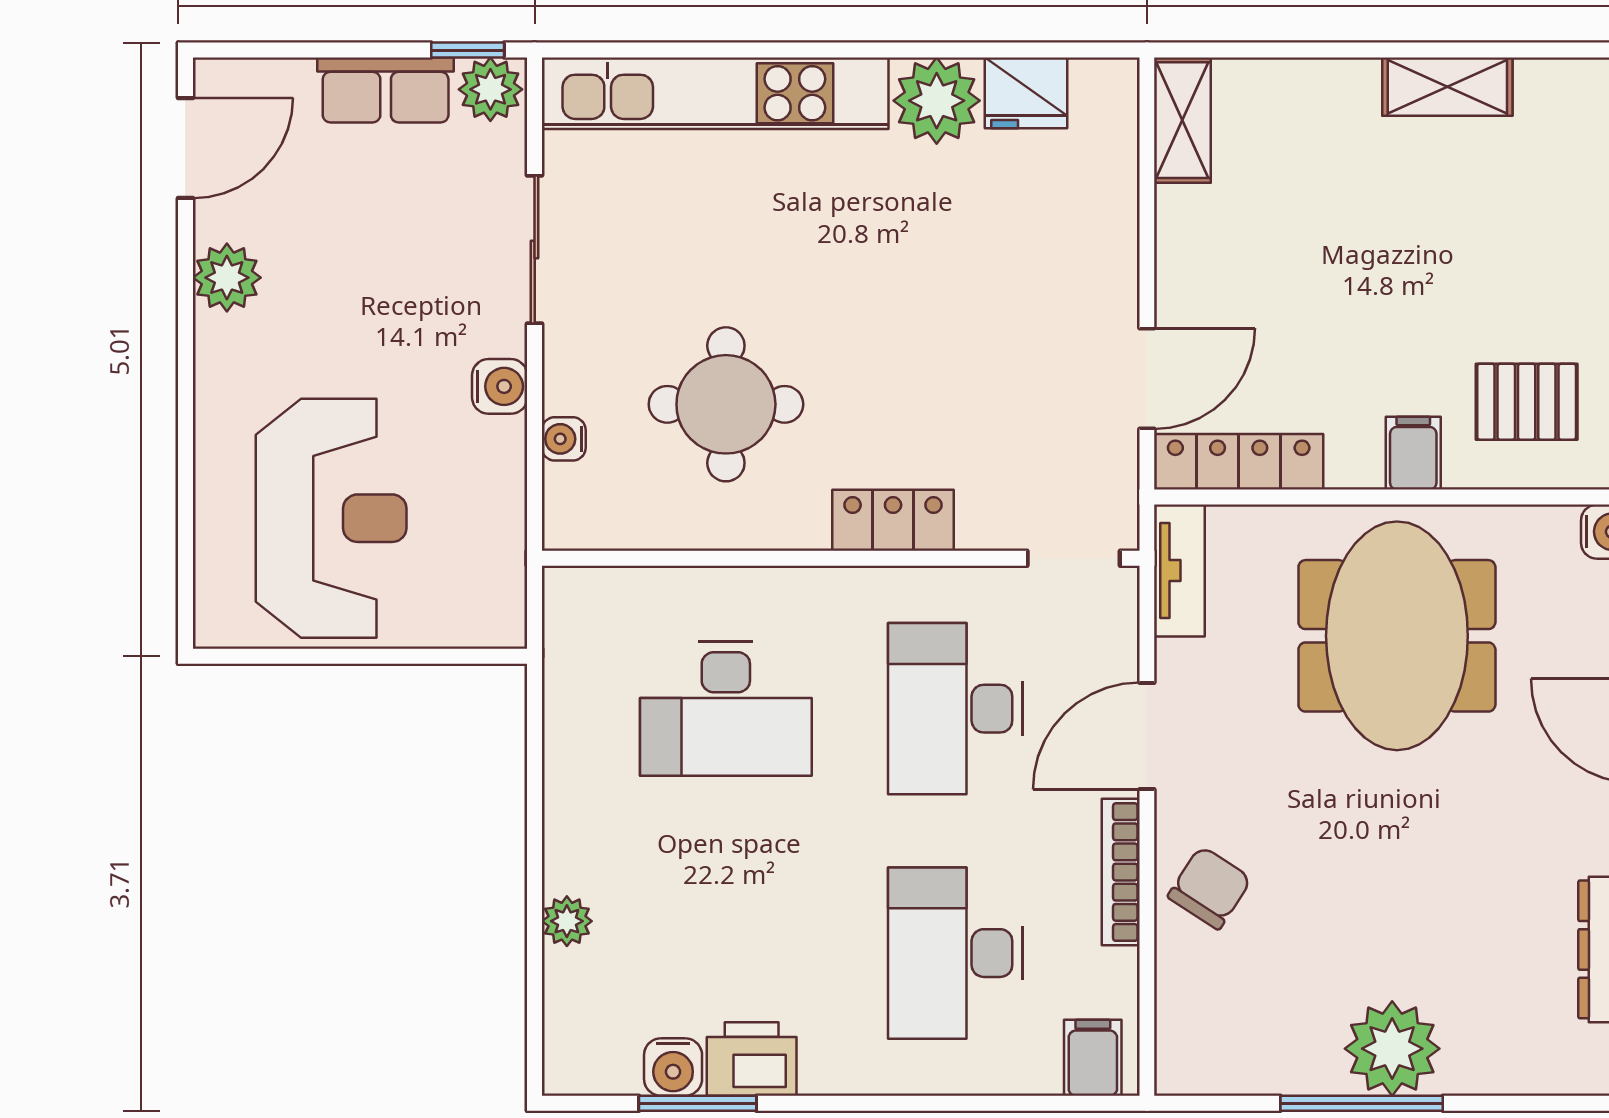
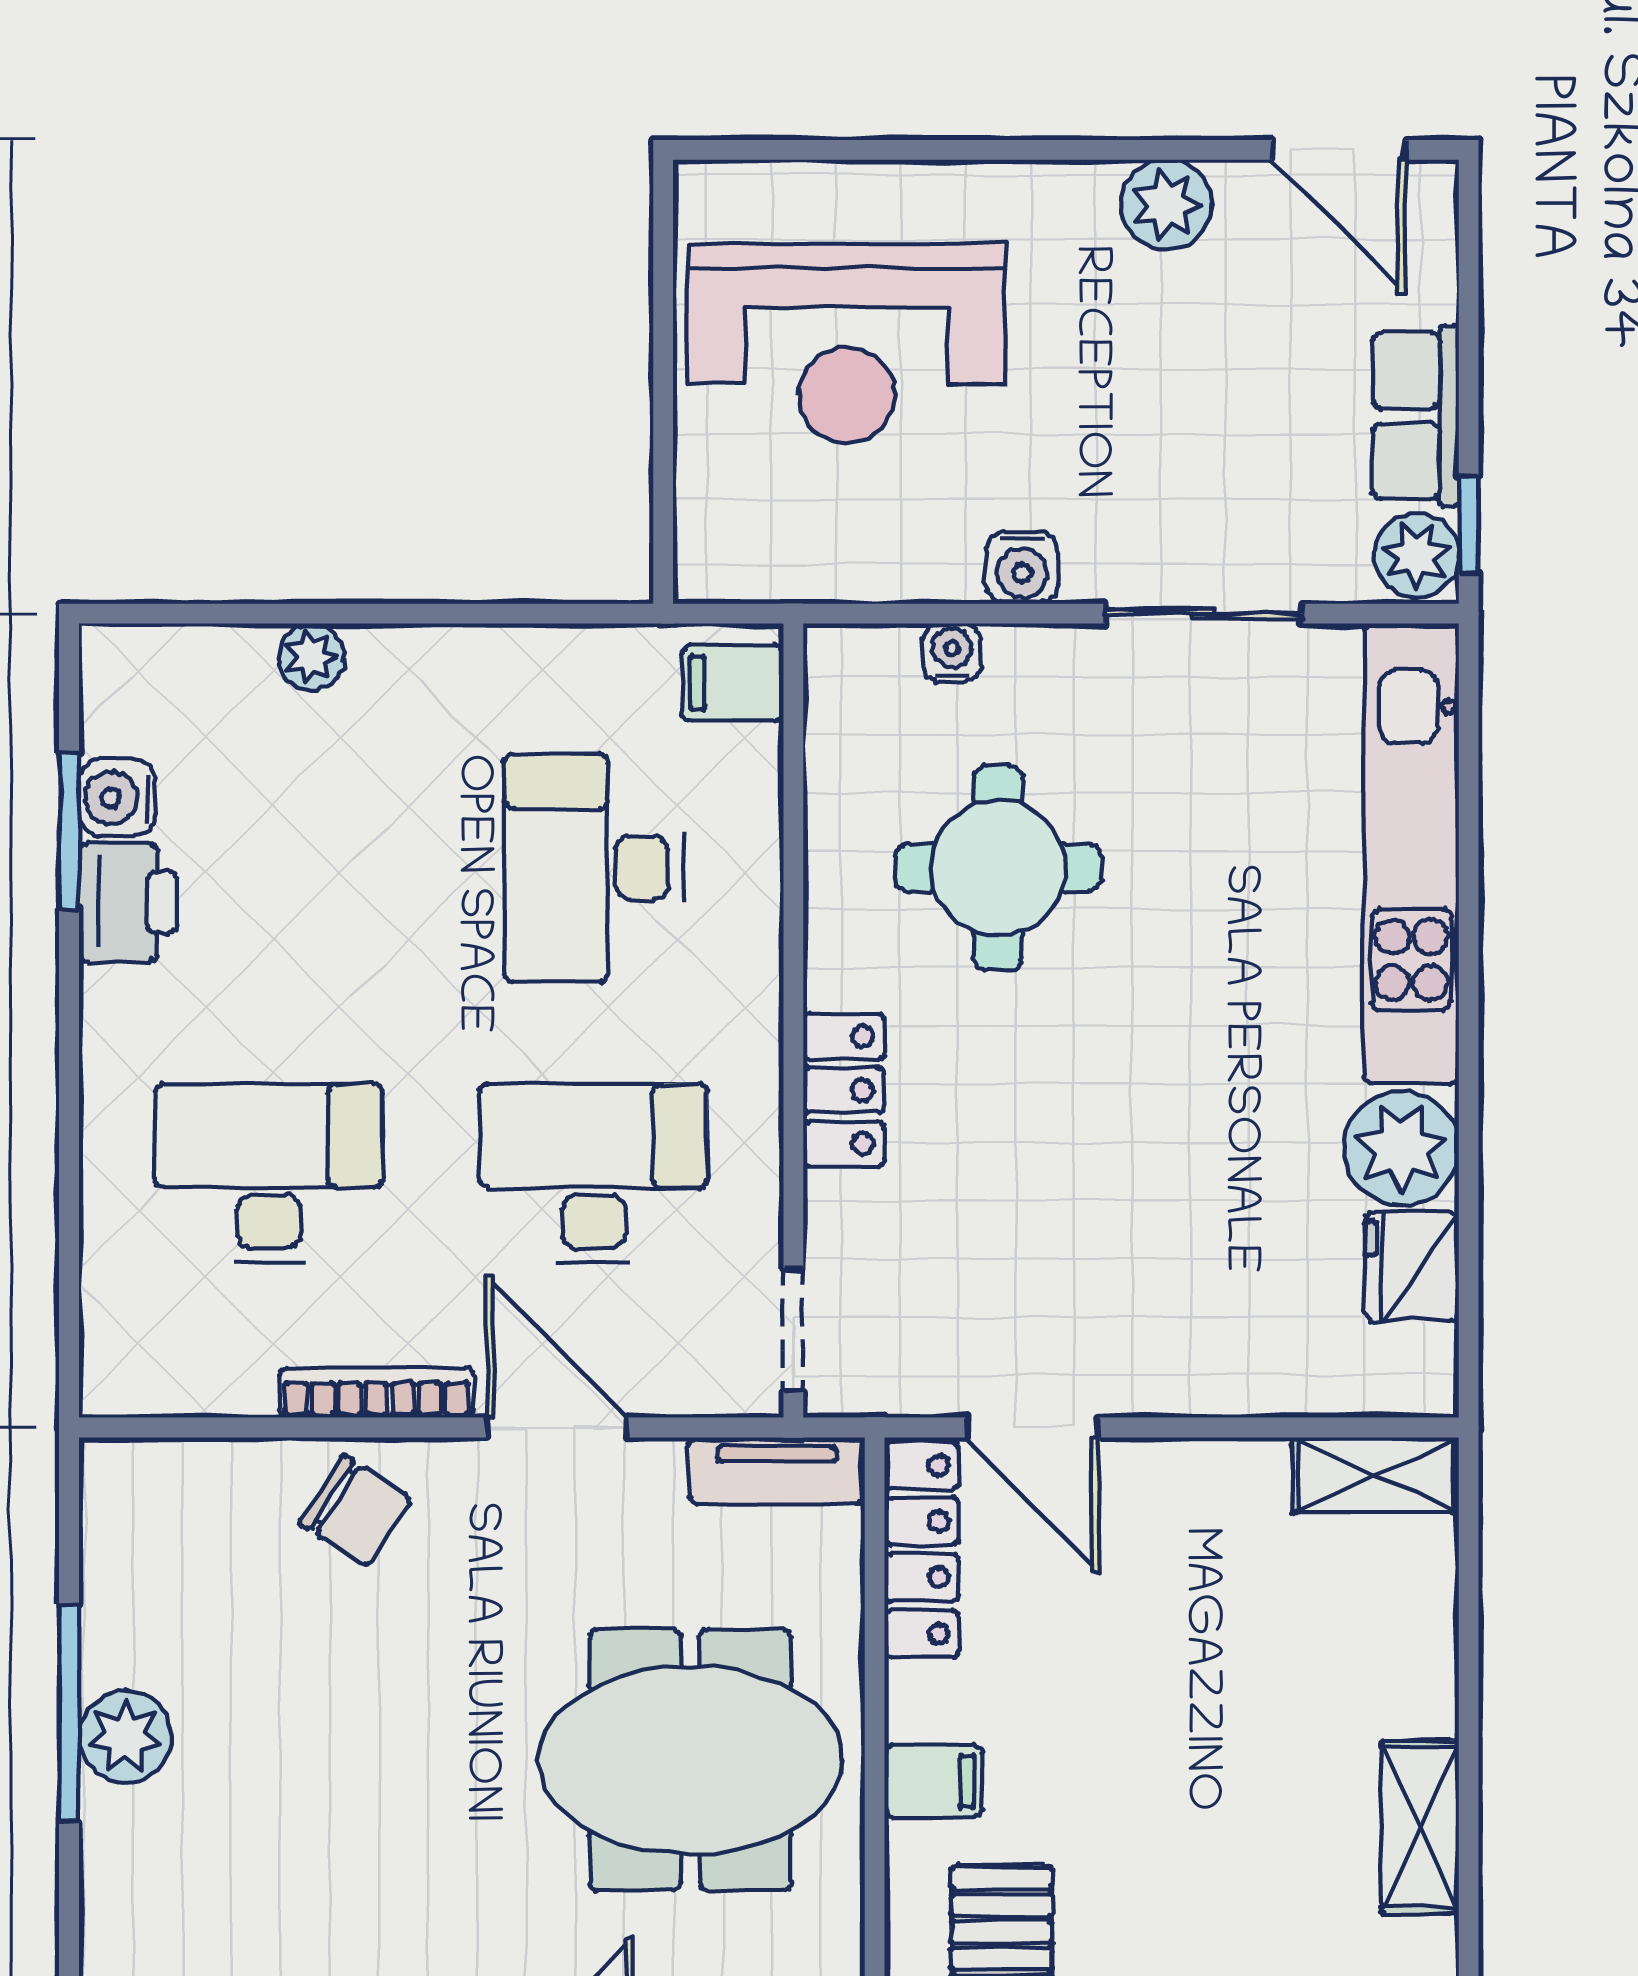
plant: (1392, 1049) -> (125, 1737), width x0.73, depth x0.73
filing cabinet: (1093, 1058) -> (733, 683), moved, turned 180

